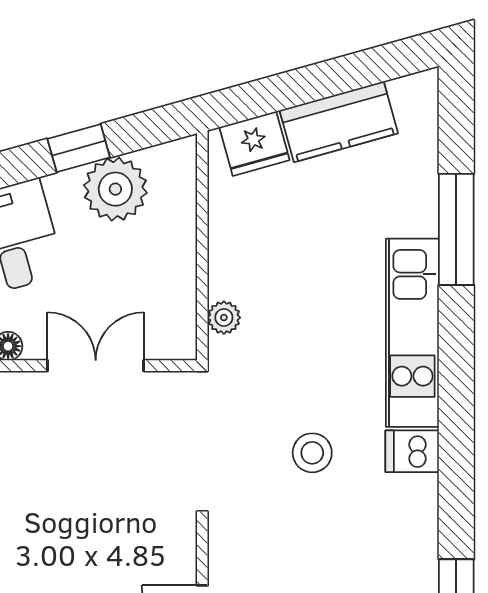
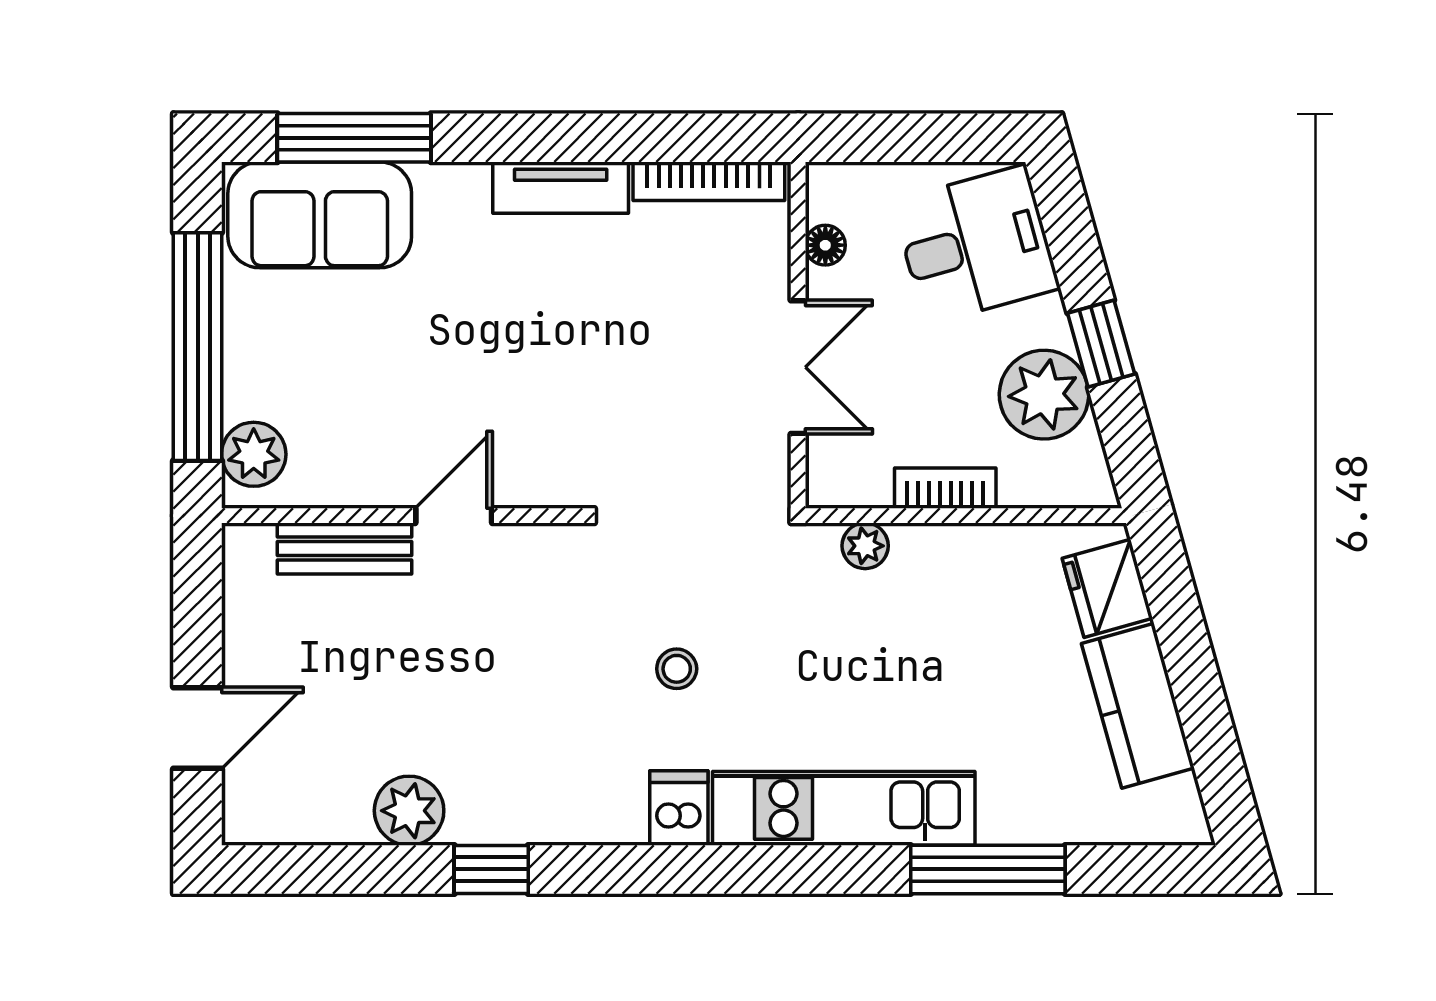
bookcase: (182, 260) -> (945, 488), added
stool: (312, 453) -> (677, 669), width x0.73, depth x0.73

